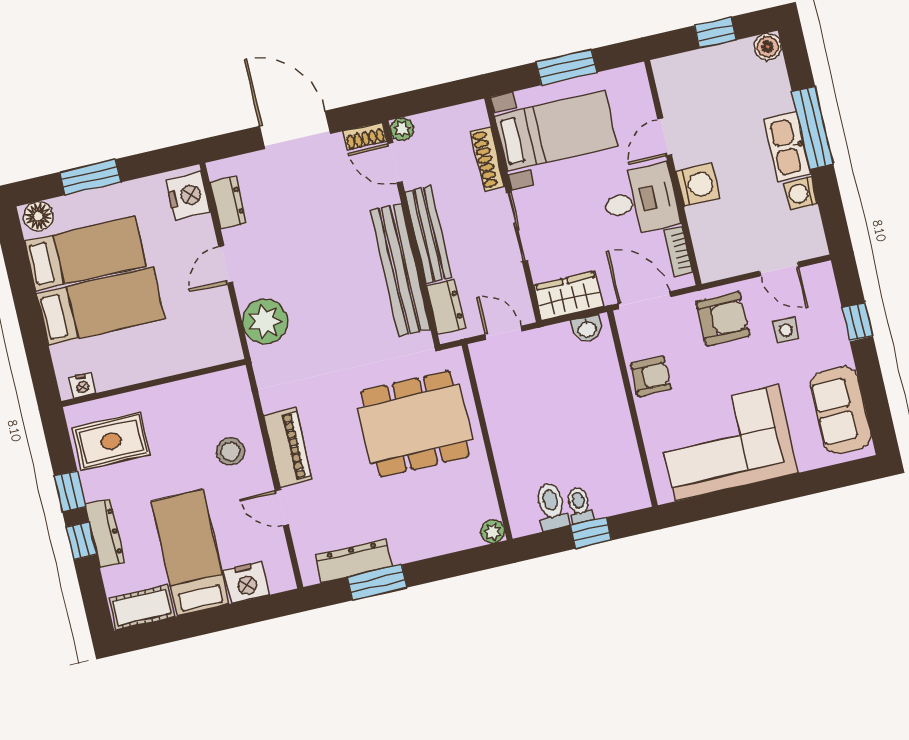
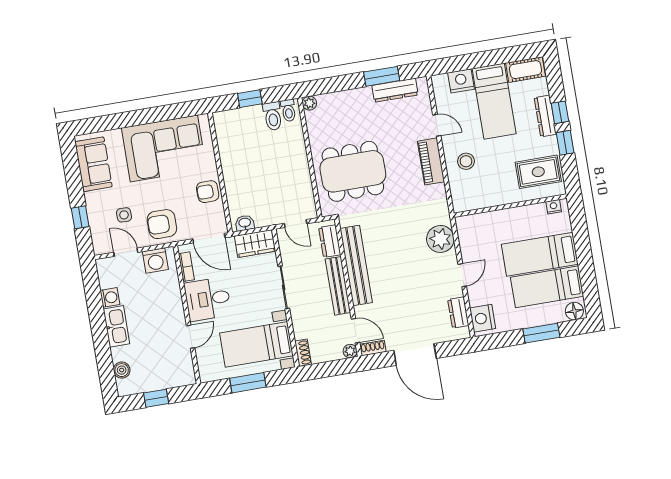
boiler: (768, 47) -> (122, 370), moved
window: (813, 128) -> (100, 337), removed
shoe rack: (488, 159) -> (303, 353), moved, width x0.70
washing machine: (698, 185) -> (155, 261), moved, turned -90
toilet: (579, 505) -> (288, 110), moved

